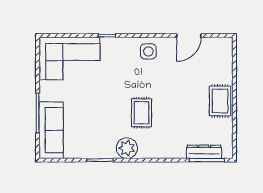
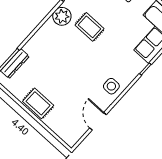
rug: (141, 113) -> (90, 27), moved

